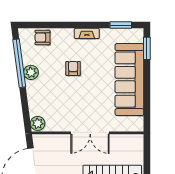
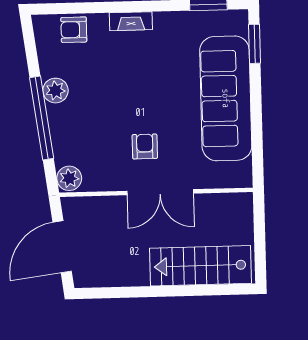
fireplace: (87, 33) -> (131, 21), moved
window: (19, 63) -> (42, 118), moved
armchair: (73, 68) -> (145, 146), moved

